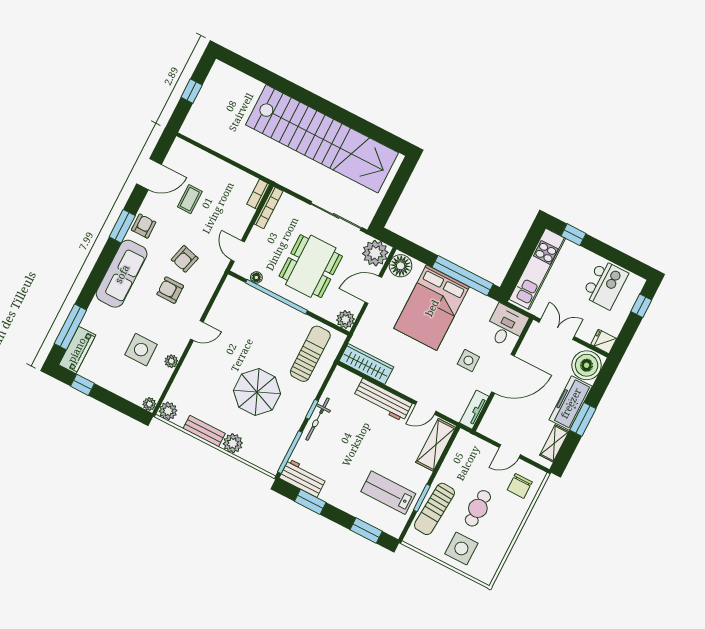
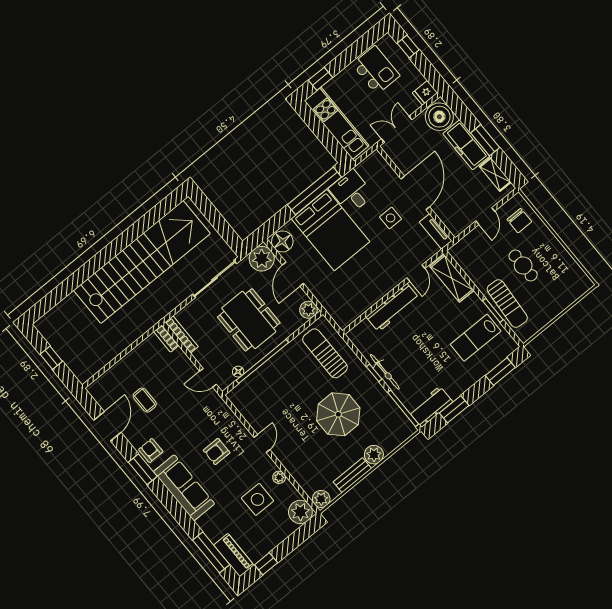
armchair: (185, 259) -> (195, 427), removed
desk: (506, 326) -> (351, 192), moved
wardrobe: (366, 364) -> (355, 308), removed
plant: (149, 404) -> (300, 512), width x1.87, depth x1.87
side table: (461, 548) -> (552, 295), removed

